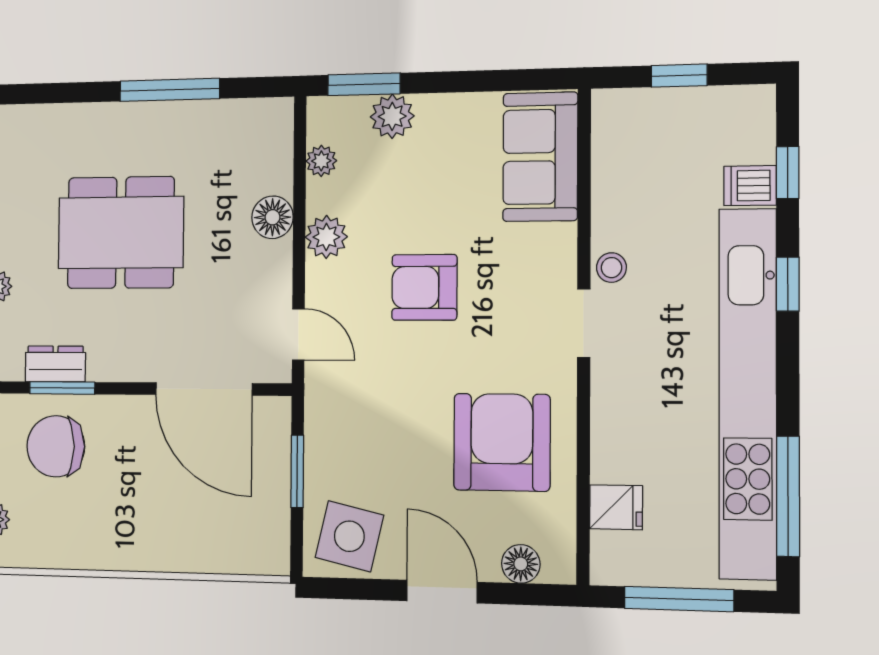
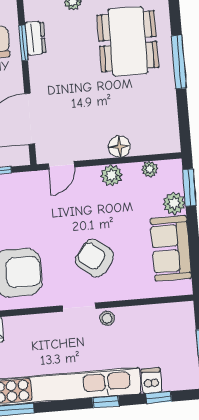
window: (170, 90) -> (179, 62), moved
sofa: (540, 157) -> (171, 248), moved, turned -90
dining table: (121, 233) -> (128, 41), moved
armchair: (424, 287) -> (95, 258), moved, turned -52

